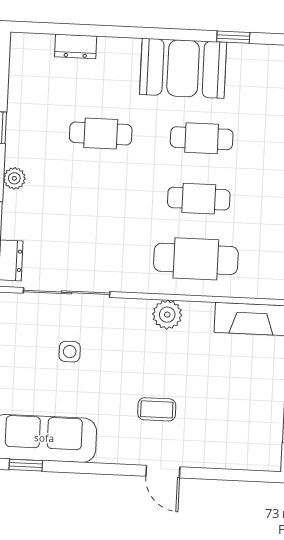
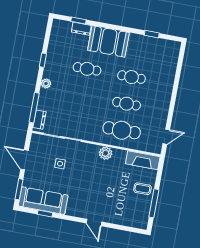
window: (67, 29) -> (79, 21), added
booth: (183, 68) -> (108, 41), moved
coffee table: (157, 409) -> (142, 189), moved
window: (26, 465) -> (45, 213), moved

